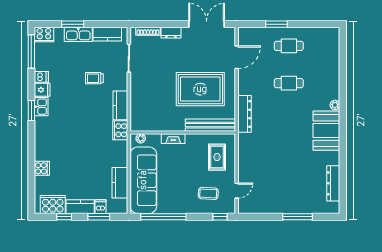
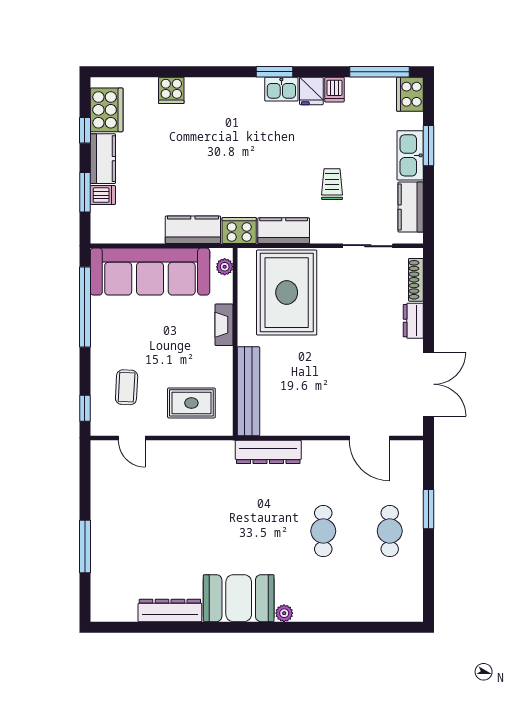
rug: (200, 89) -> (287, 293), moved
kitchen counter: (120, 183) -> (193, 230), moved
dresser: (333, 183) -> (170, 610), moved

